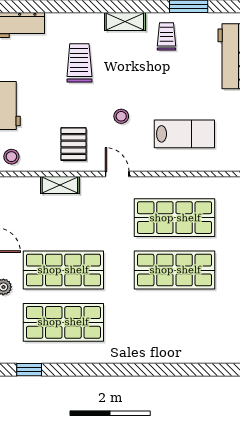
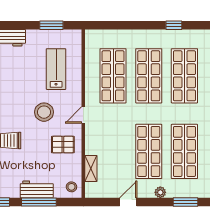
stool: (121, 116) -> (44, 112), width x1.89, depth x1.89
shelving: (60, 185) -> (91, 168), moved
shop shelf: (175, 322) -> (184, 76), added

